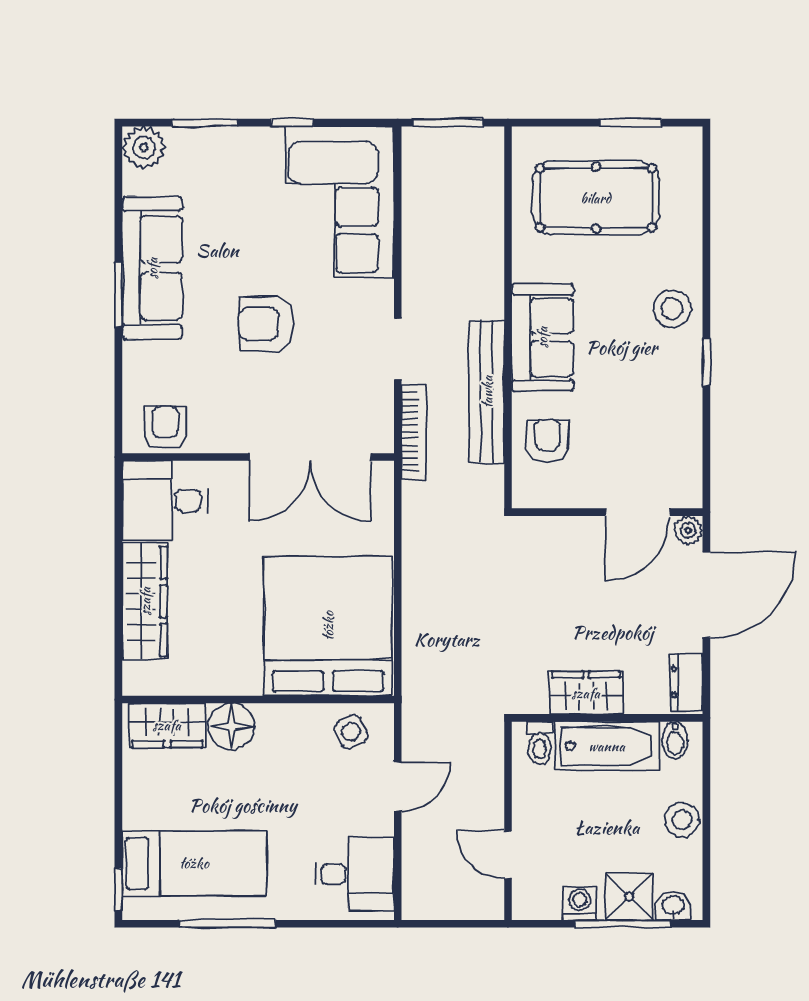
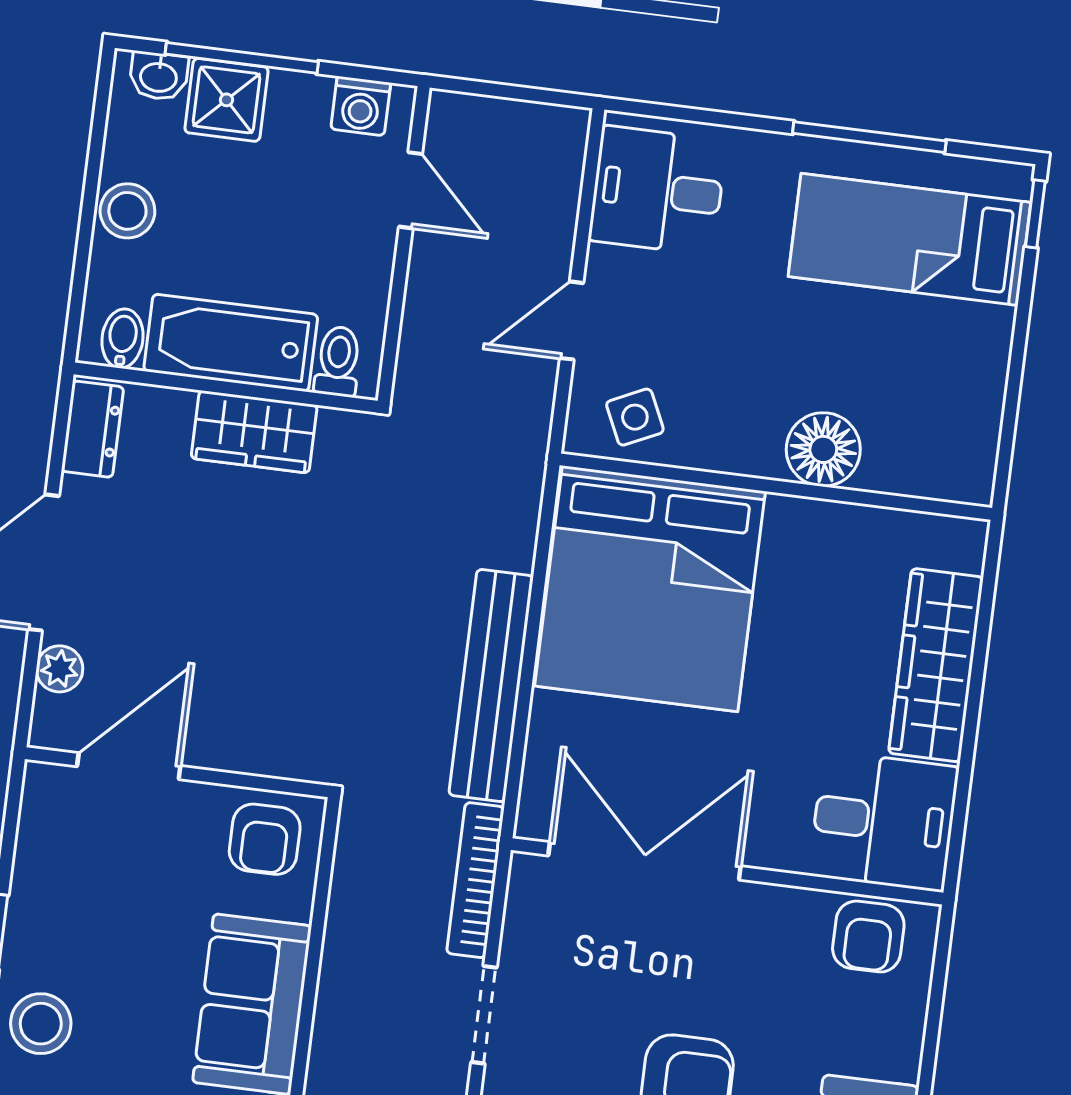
bench: (487, 392) -> (491, 686), moved
wall: (607, 512) -> (177, 772), moved
door: (638, 512) -> (129, 766), moved
wardrobe: (167, 725) -> (925, 464), removed
washing machine: (580, 903) -> (361, 106), moved

